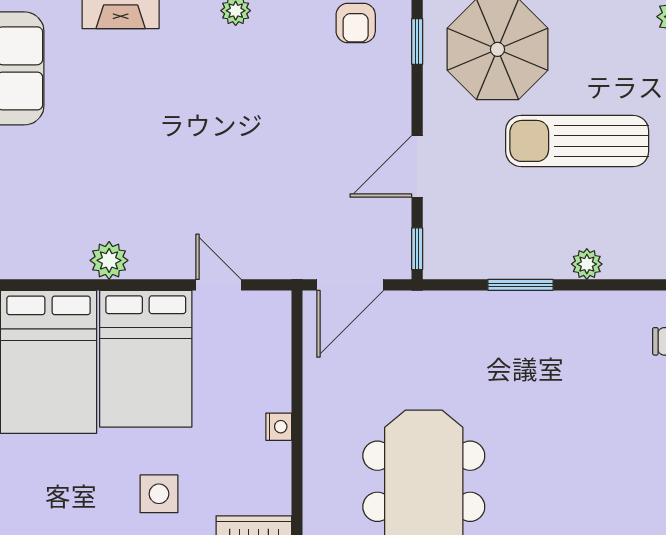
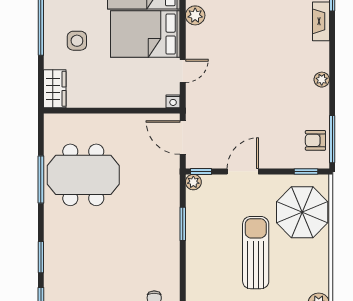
door: (417, 166) -> (243, 171), hinge flipped
plant: (587, 264) -> (193, 182), moved
nightstand: (279, 427) -> (173, 101), moved

